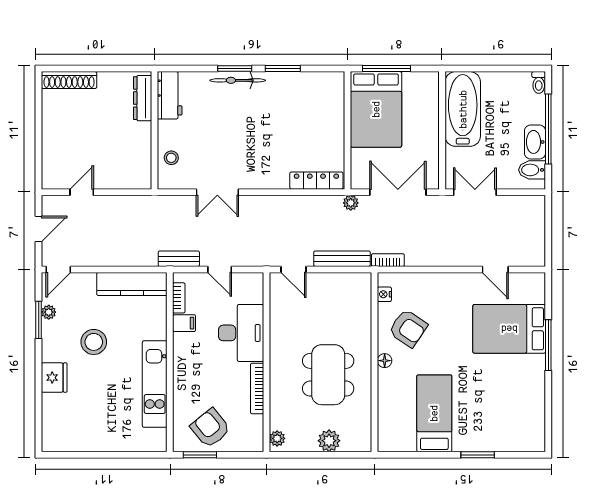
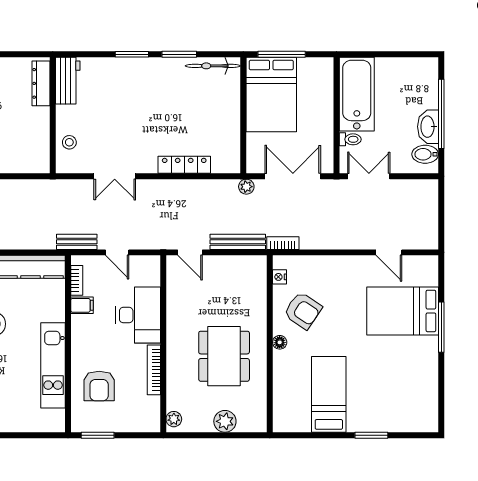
bicycle: (238, 80) -> (213, 66), moved
toilet: (539, 82) -> (350, 139), moved, turned -90
locker: (316, 181) -> (184, 165), moved
armchair: (210, 428) -> (99, 386), moved, turned -141

